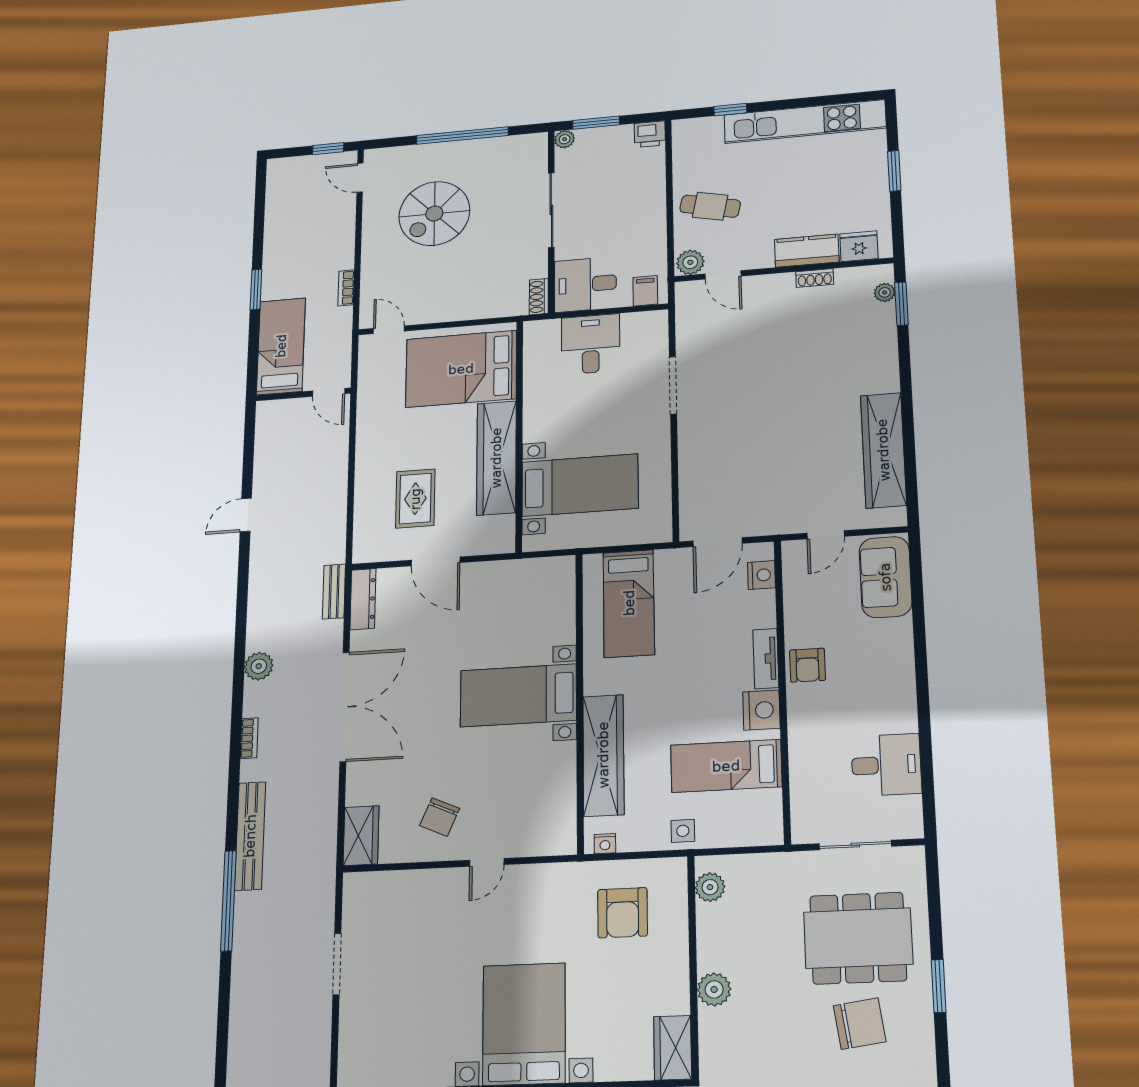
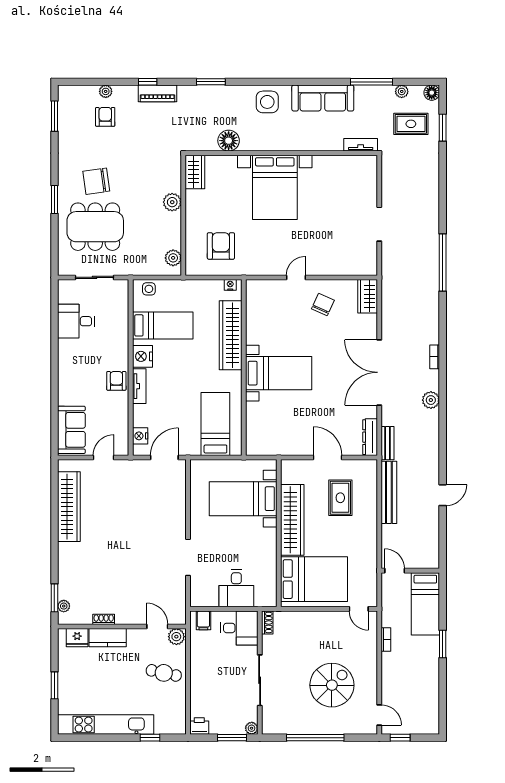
side table: (683, 831) -> (149, 289), moved
bench: (250, 836) -> (389, 492), moved

